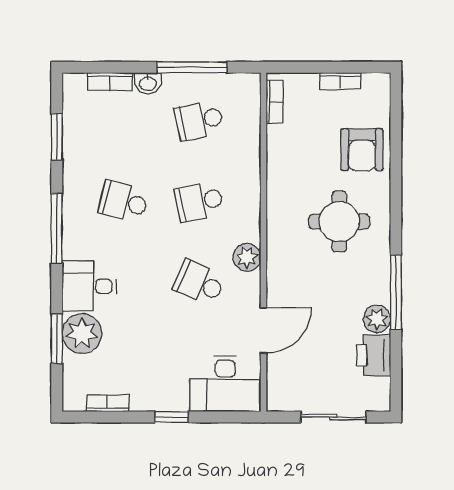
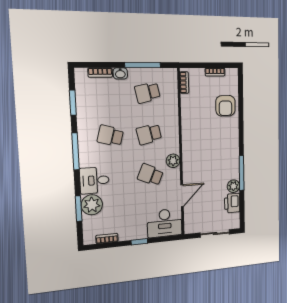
round table: (339, 222) -> (216, 141), removed

